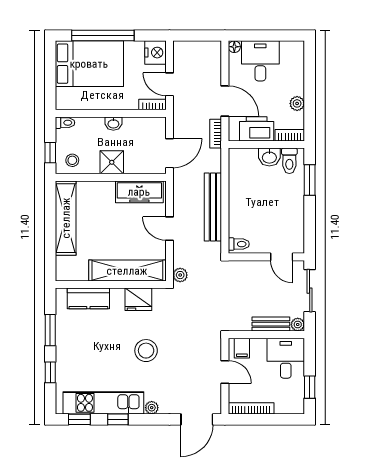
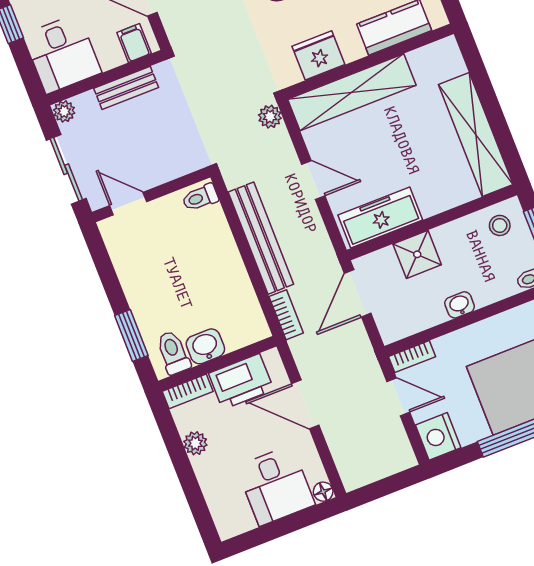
bookcase: (216, 134) -> (286, 315), moved
shower: (112, 162) -> (417, 254), moved
bench: (271, 324) -> (126, 88), moved

